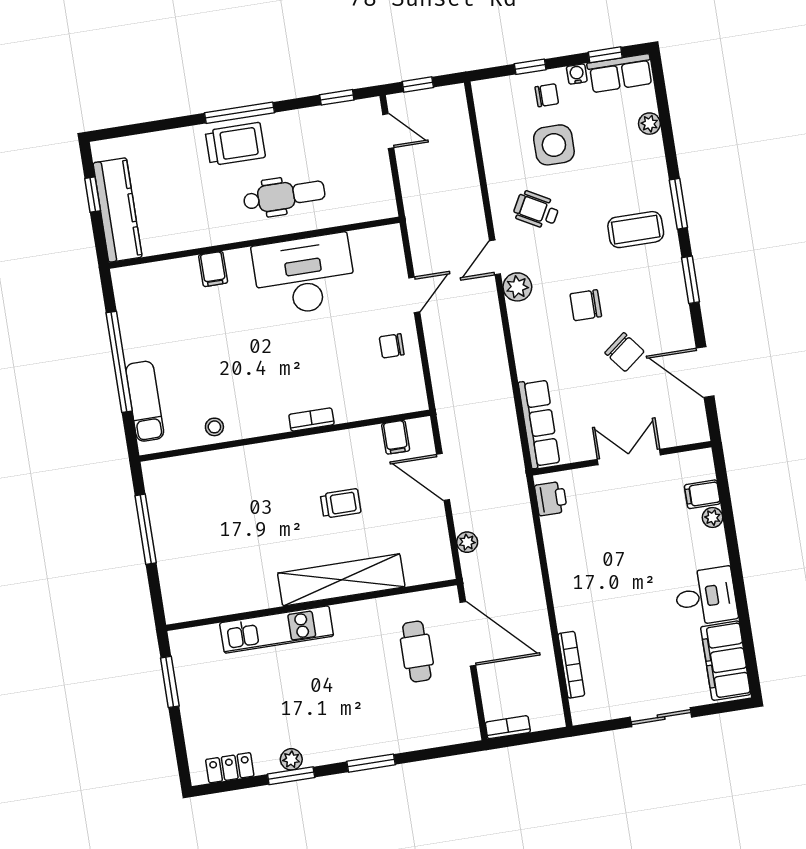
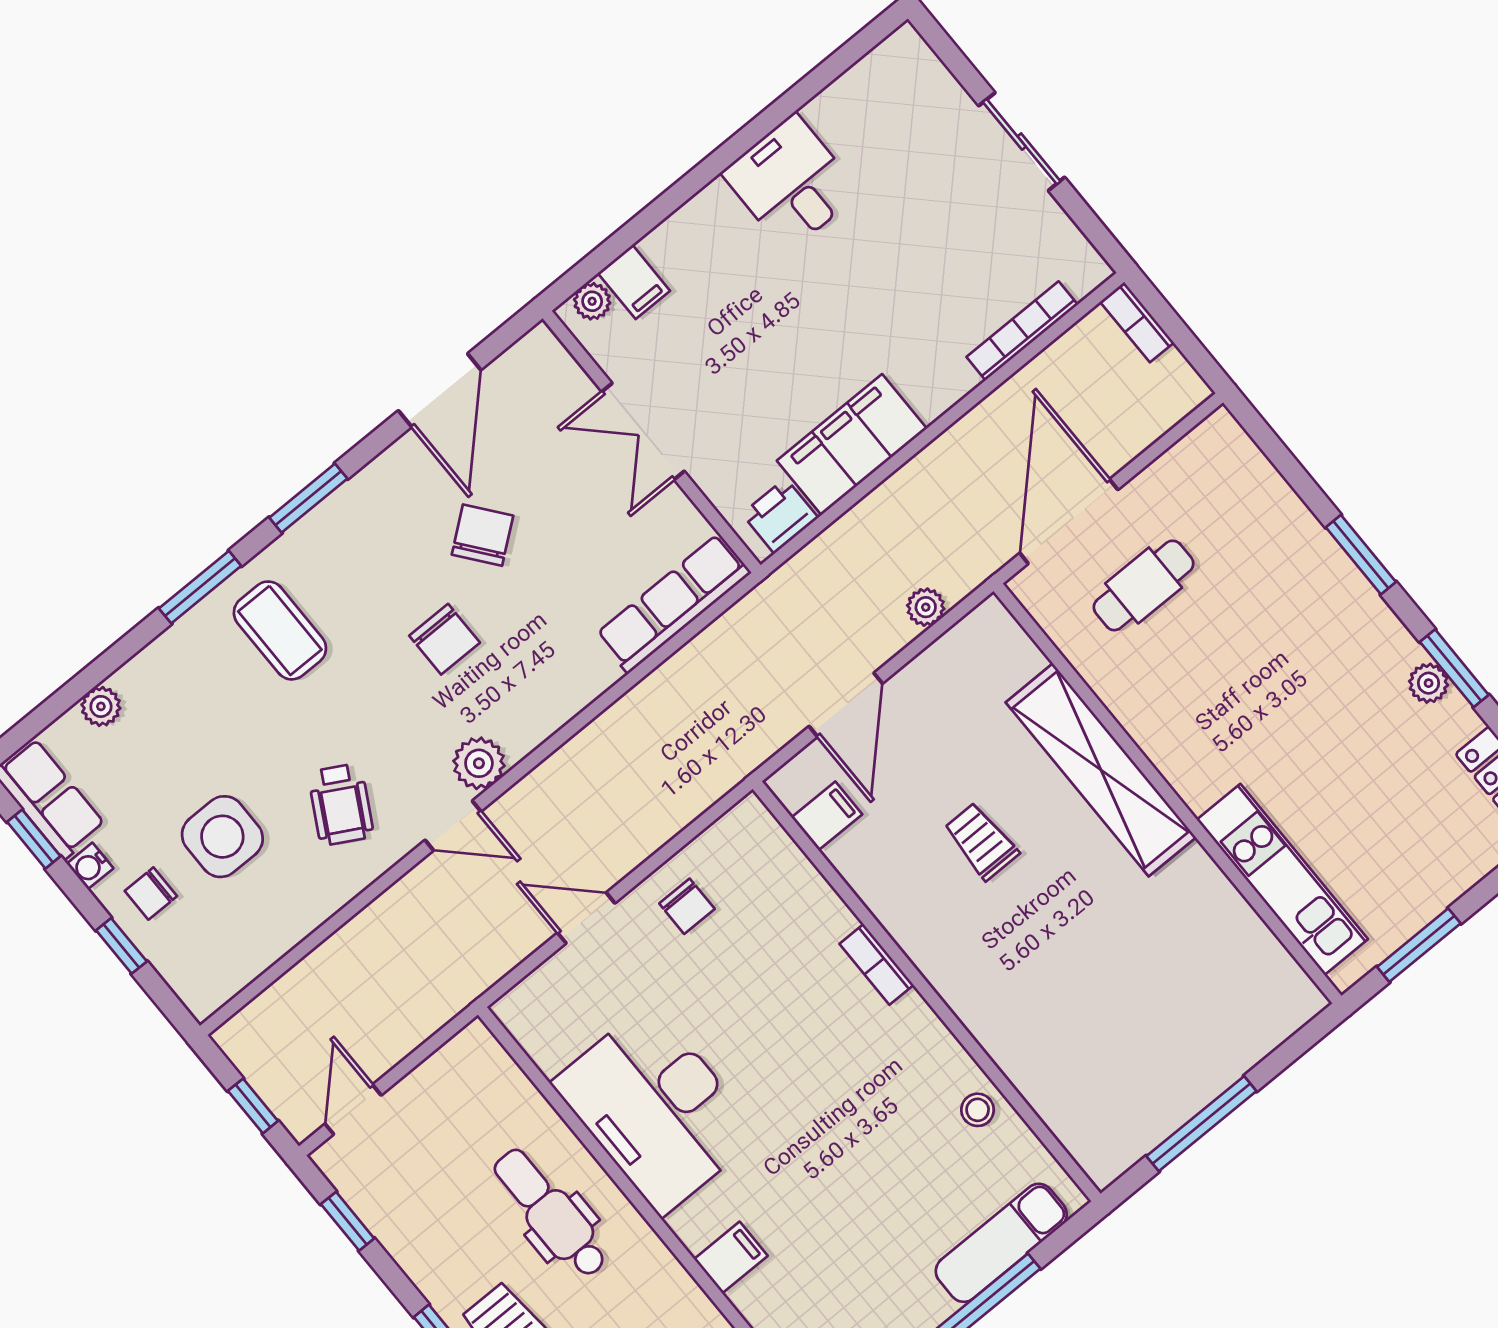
chair: (547, 95) -> (151, 894), turned -90
plant: (713, 517) -> (592, 301), moved
kitchen unit: (277, 630) -> (1282, 879), moved
filing cabinet: (726, 661) -> (852, 445), moved, turned 180
bookcase: (508, 727) -> (1137, 322), moved

